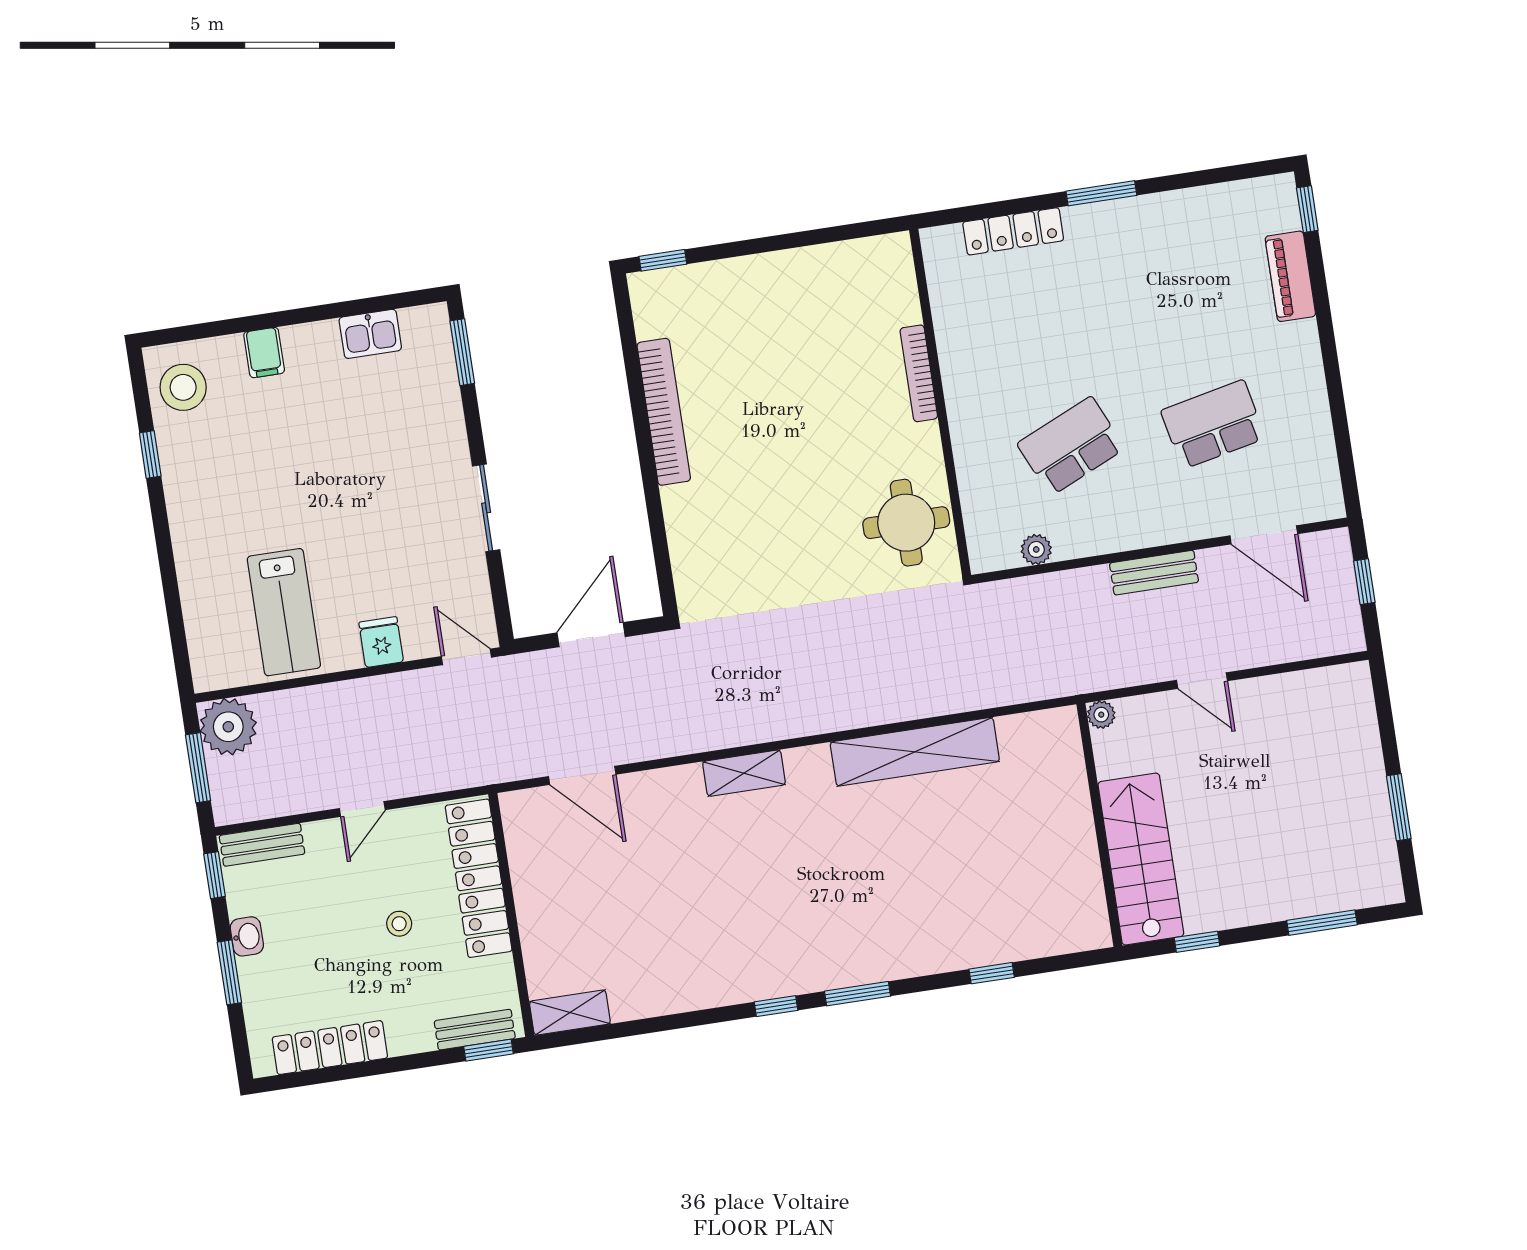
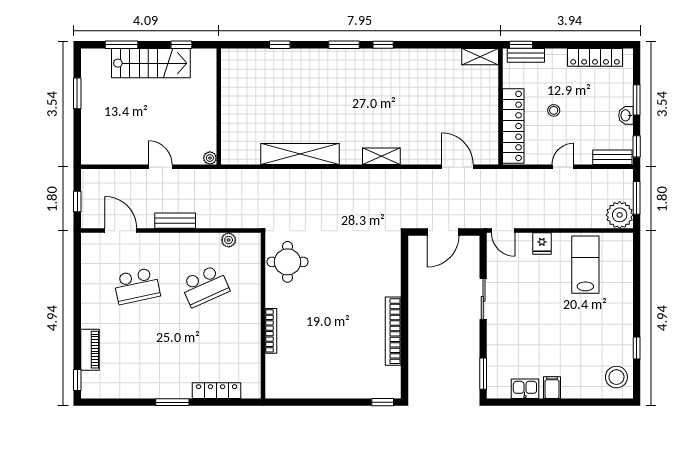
filing cabinet: (264, 353) -> (552, 388), moved
stairs: (1141, 859) -> (151, 63), moved, turned -90

